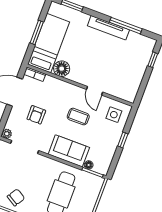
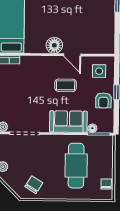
floor lamp: (62, 69) -> (54, 45), moved
armchair: (36, 115) -> (103, 100), moved

